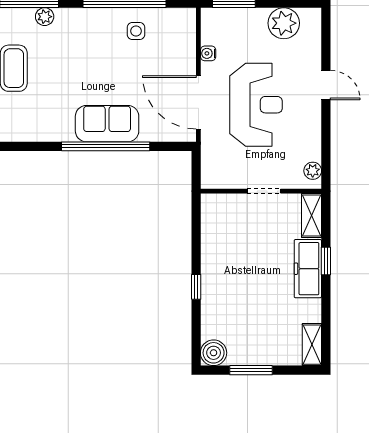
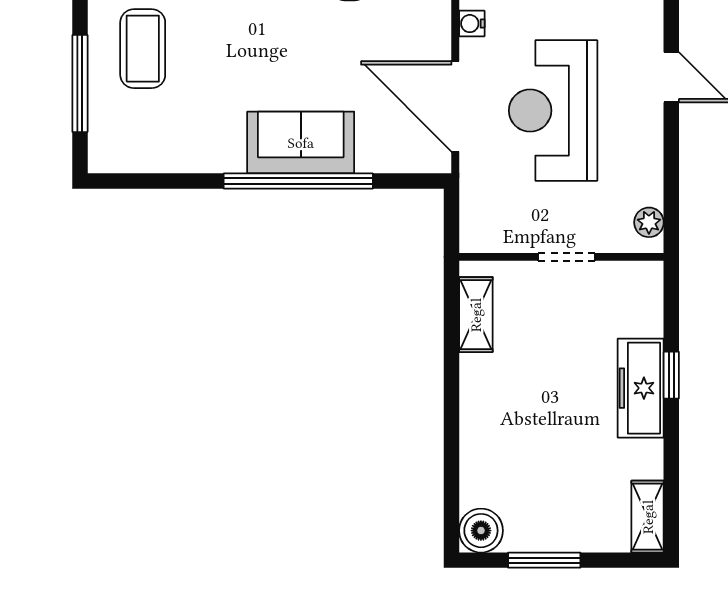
reception desk: (256, 105) -> (553, 111), turned 180
shelving: (311, 215) -> (476, 315), moved
window: (196, 287) -> (451, 419), removed

